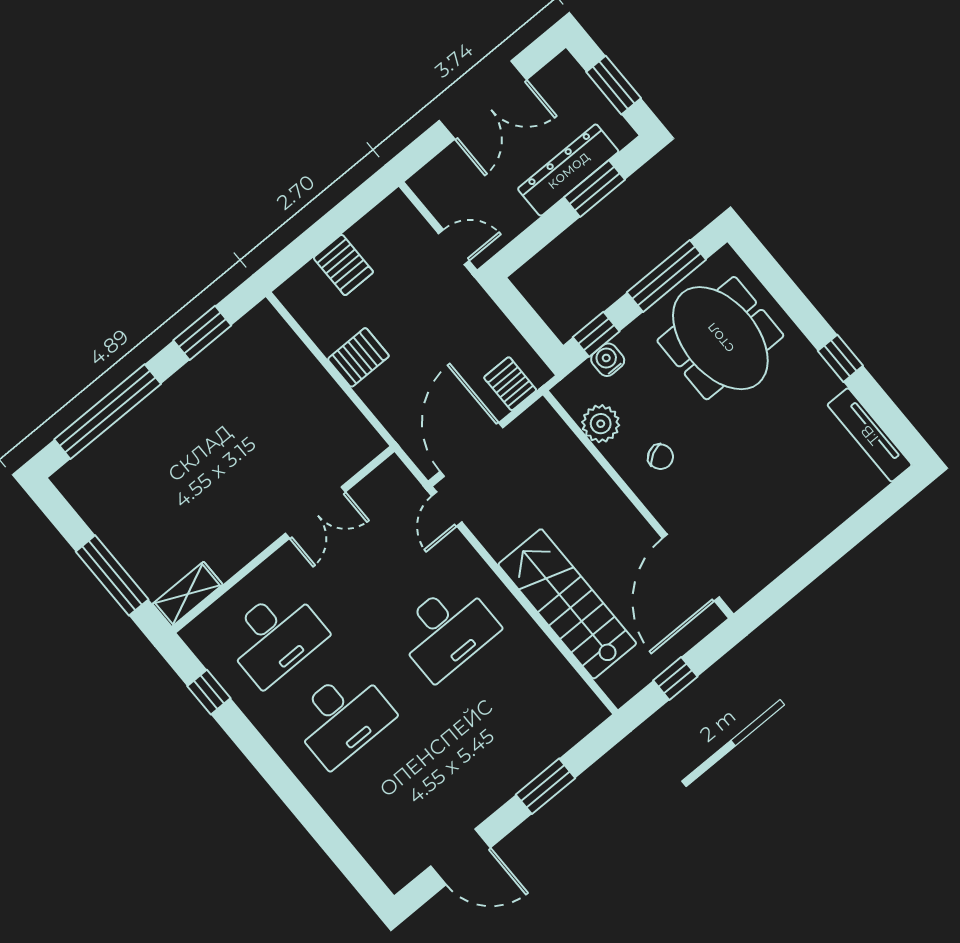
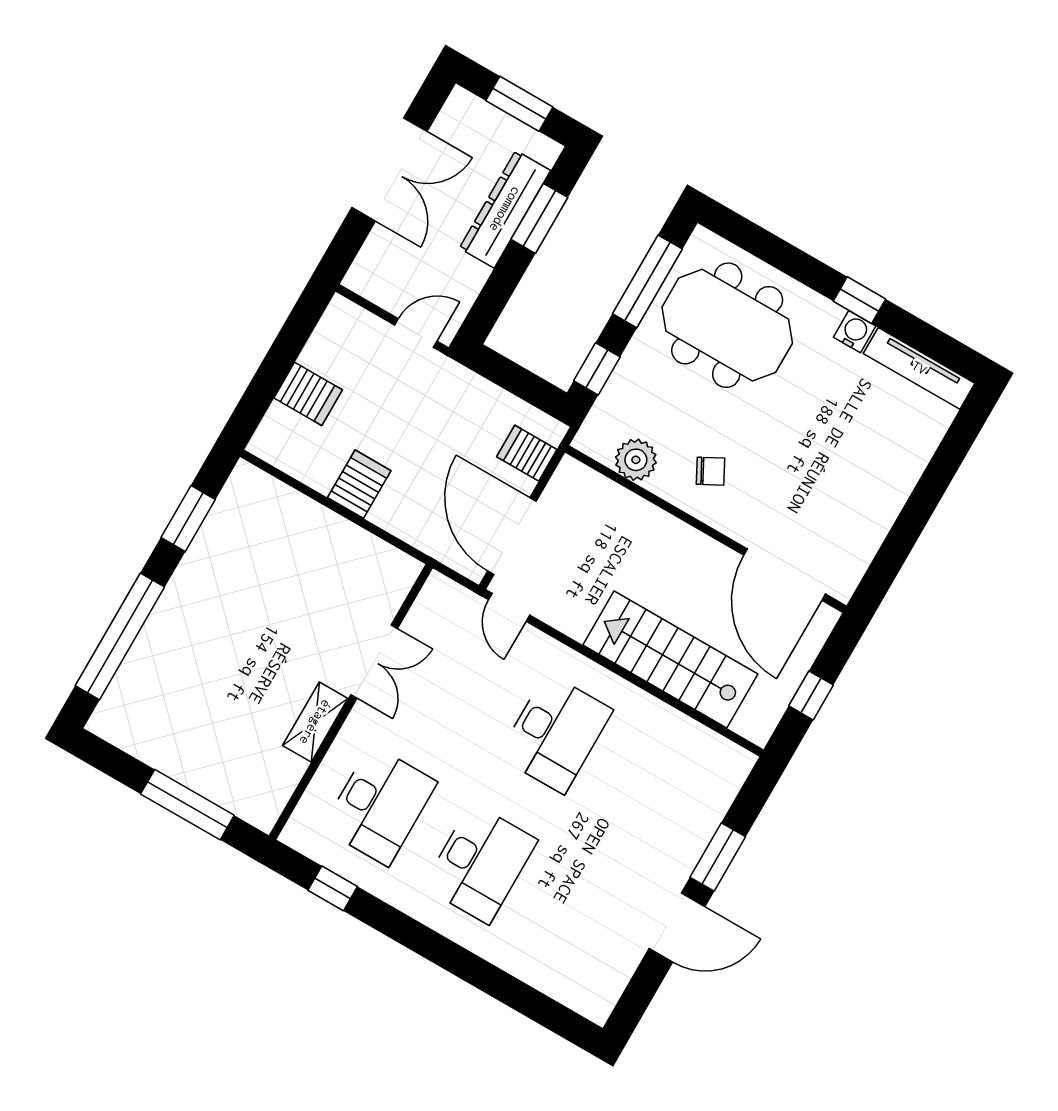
water cooler: (608, 360) -> (855, 332), moved, turned 90
shelving: (188, 594) -> (315, 722), moved
door: (460, 857) -> (677, 928), moved

